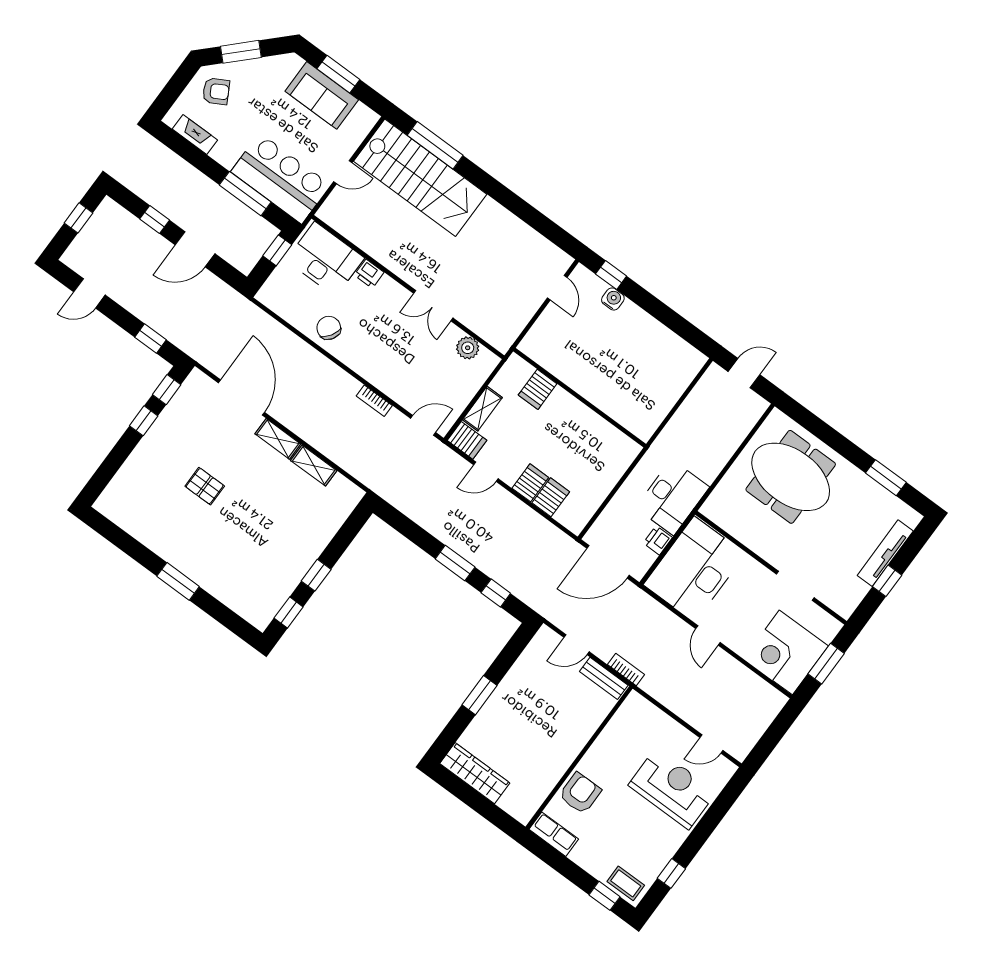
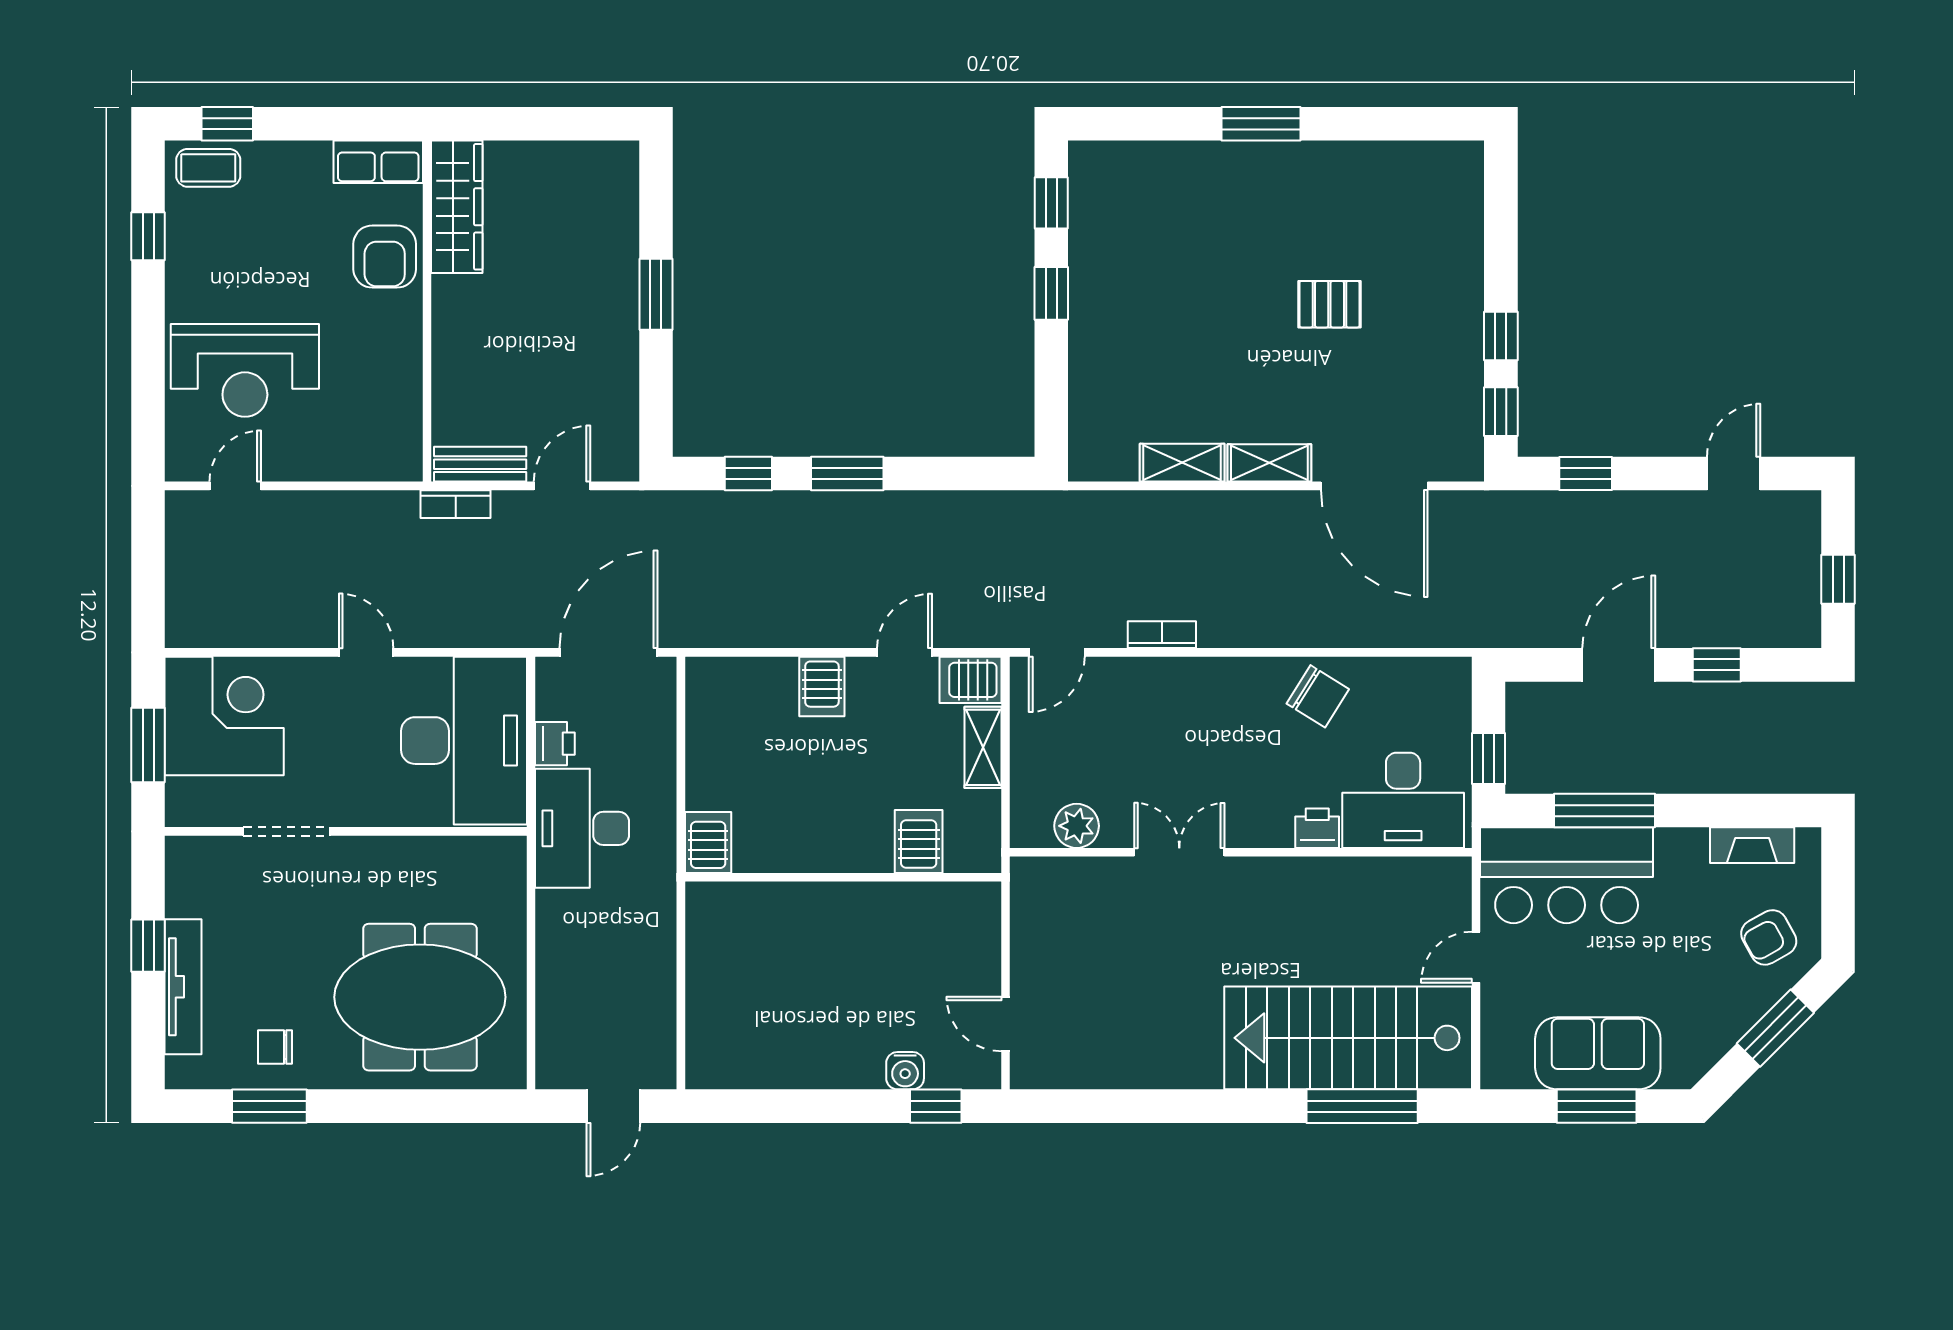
server rack: (551, 497) -> (708, 842), moved, turned 180
chair: (866, 500) -> (275, 1047), added
wardrobe: (475, 773) -> (457, 207), moved, turned -90

